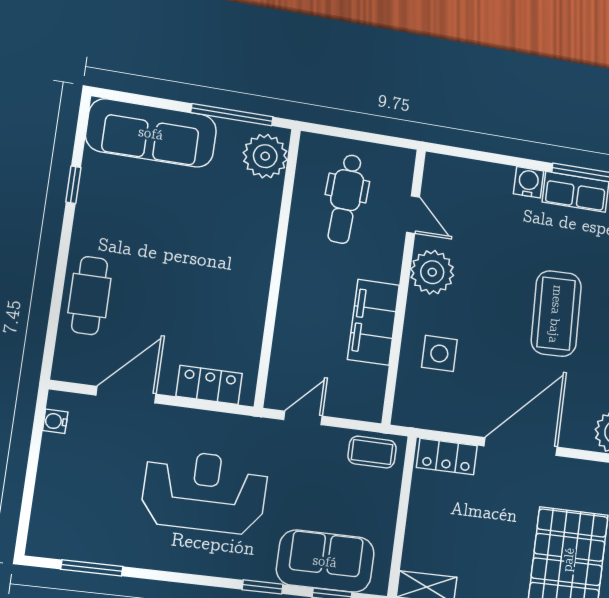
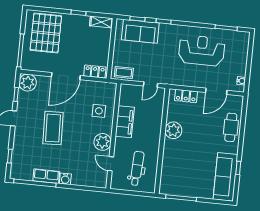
sofa: (151, 133) -> (225, 177), moved, turned -90
plant: (265, 156) -> (173, 130), moved
reception desk: (205, 492) -> (202, 50), moved, turned 180

